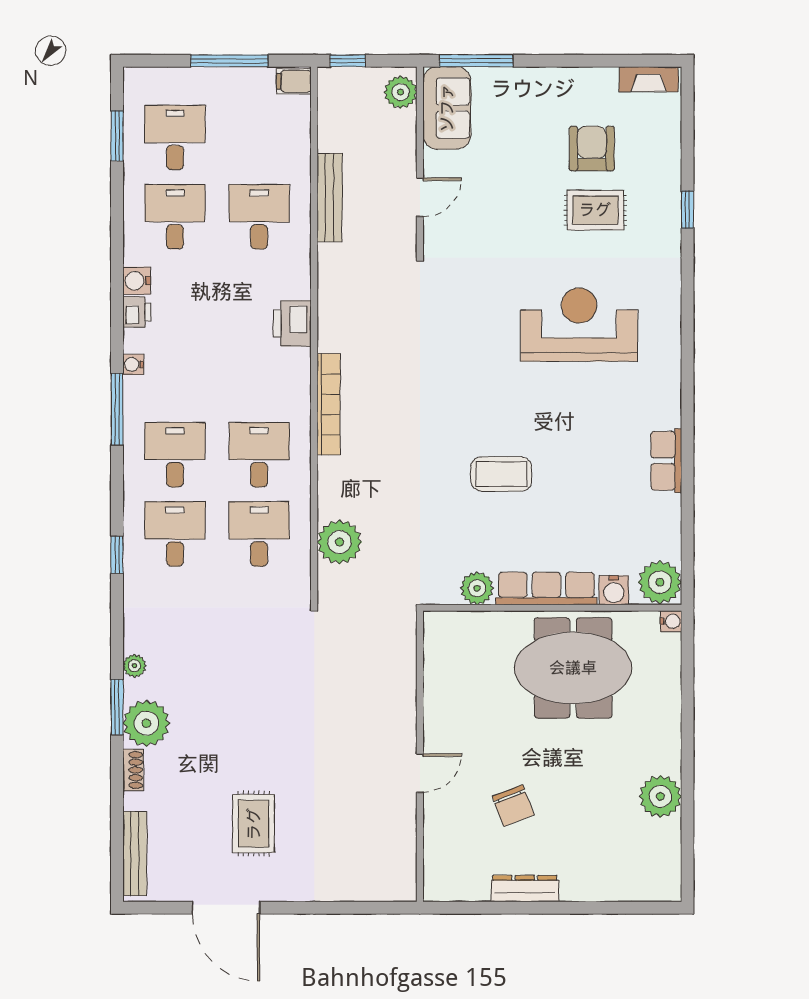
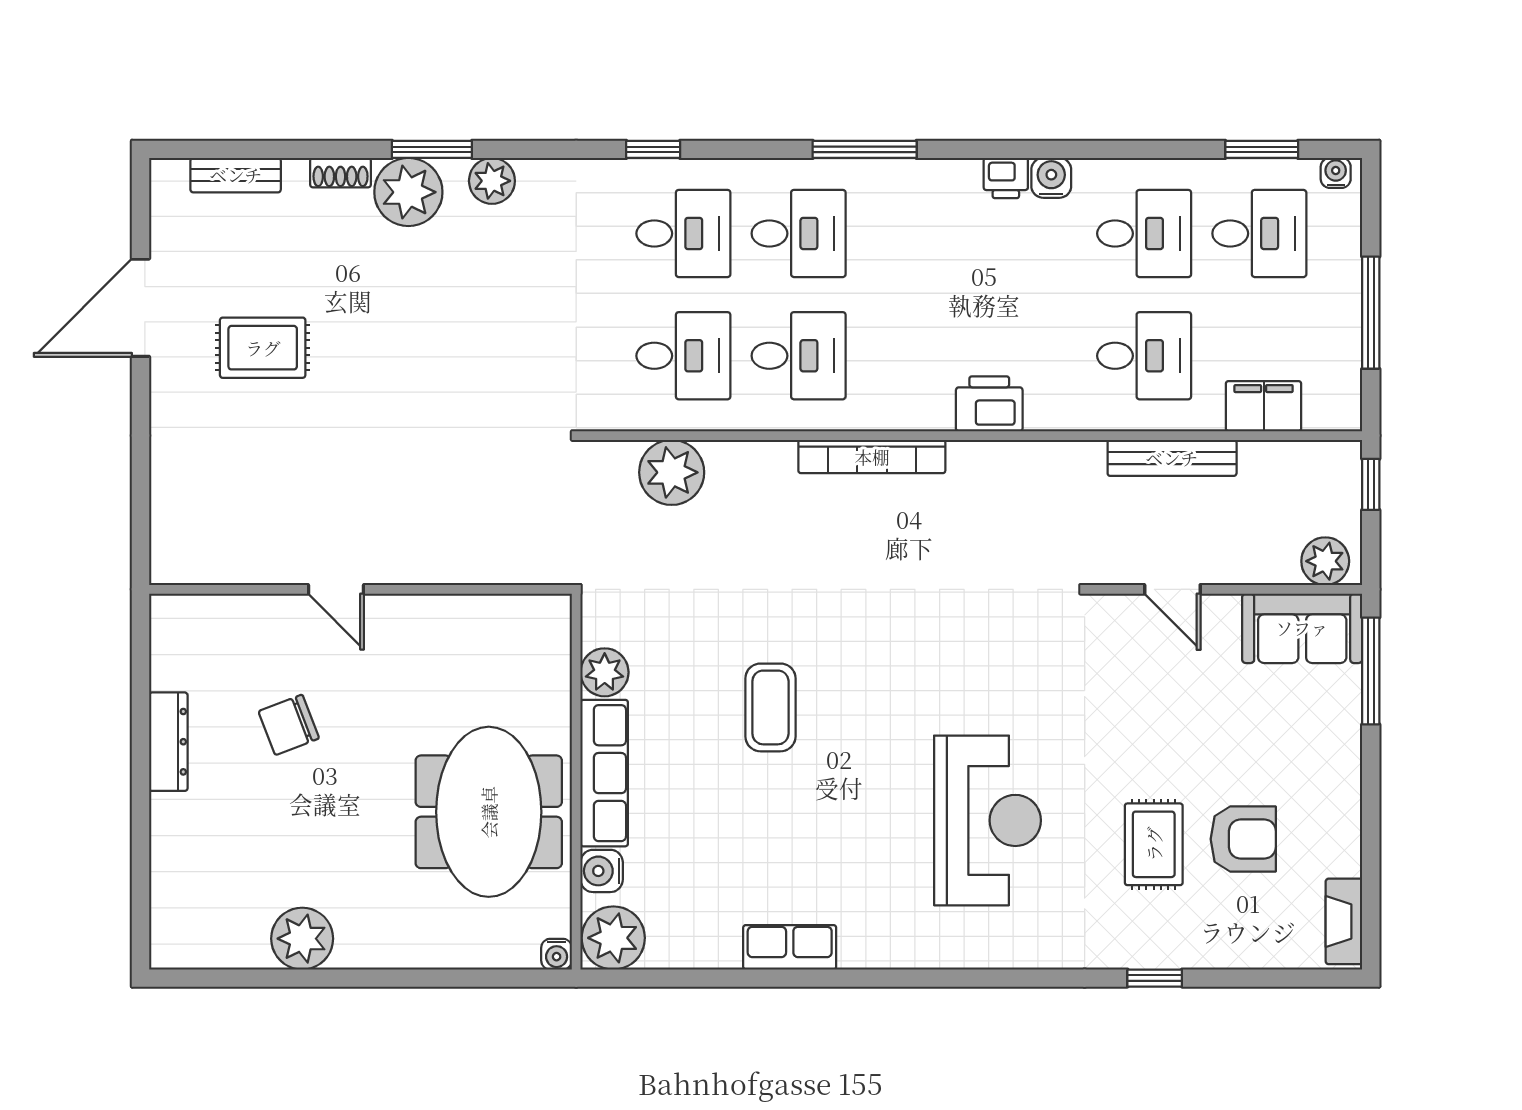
filing cabinet: (294, 81) -> (1264, 406), moved, width x2.00
water cooler: (133, 364) -> (1336, 173), moved
plant: (134, 666) -> (492, 181), width x1.38, depth x1.38
bench: (135, 854) -> (236, 175), width x0.73

